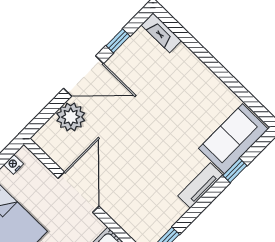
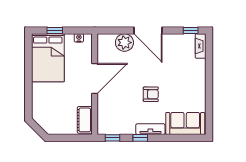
window: (118, 41) -> (191, 30), moved
armchair: (161, 145) -> (151, 94), added
window: (235, 171) -> (140, 138), moved

